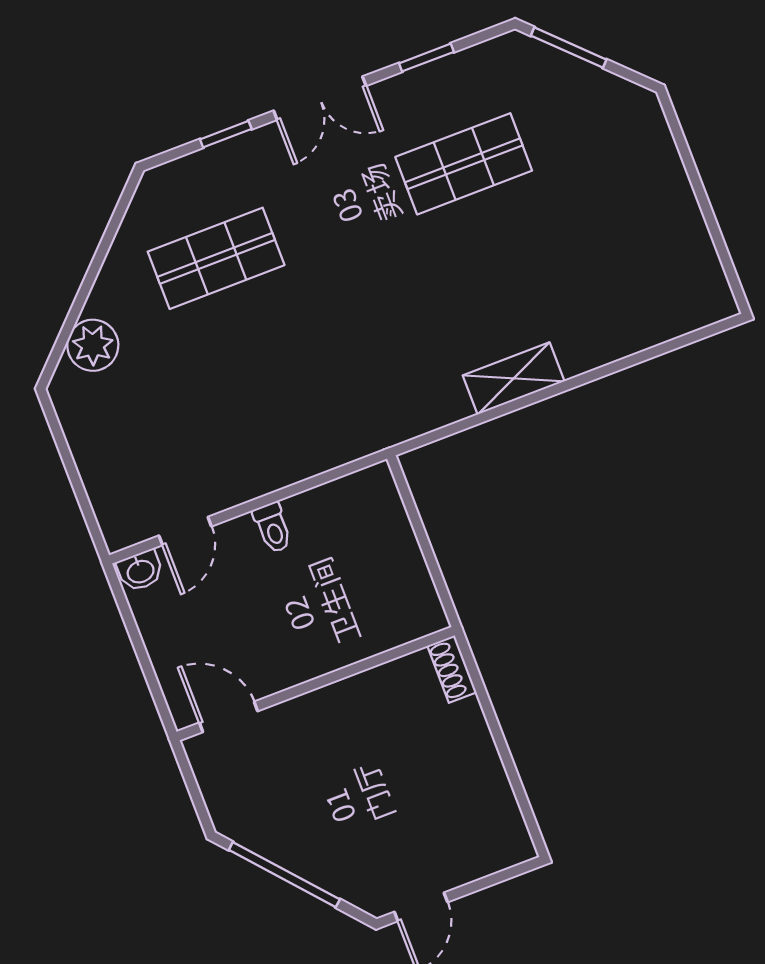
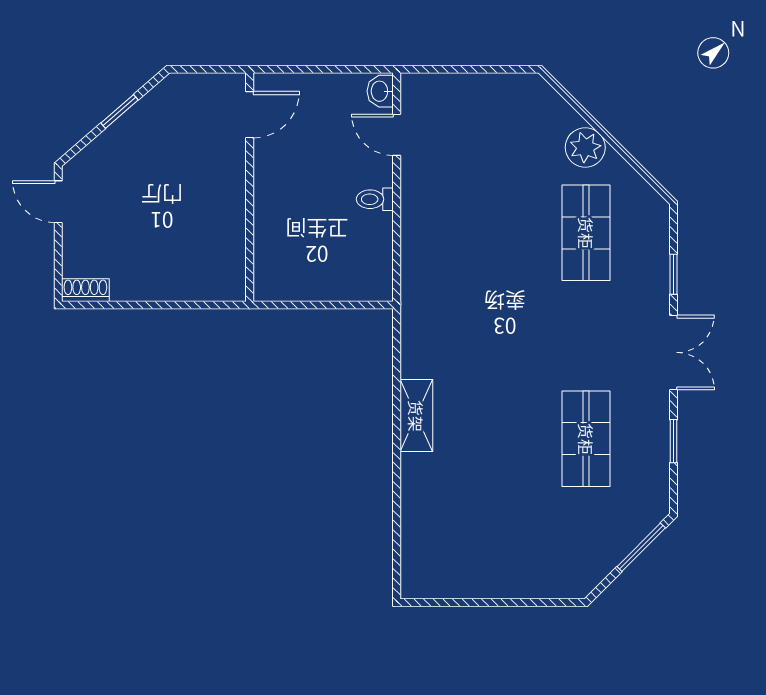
double door: (320, 98) -> (673, 352), swing flipped
plant: (93, 345) -> (585, 147), moved
shoe rack: (452, 669) -> (85, 290), moved
window: (284, 875) -> (119, 111), width x0.46

